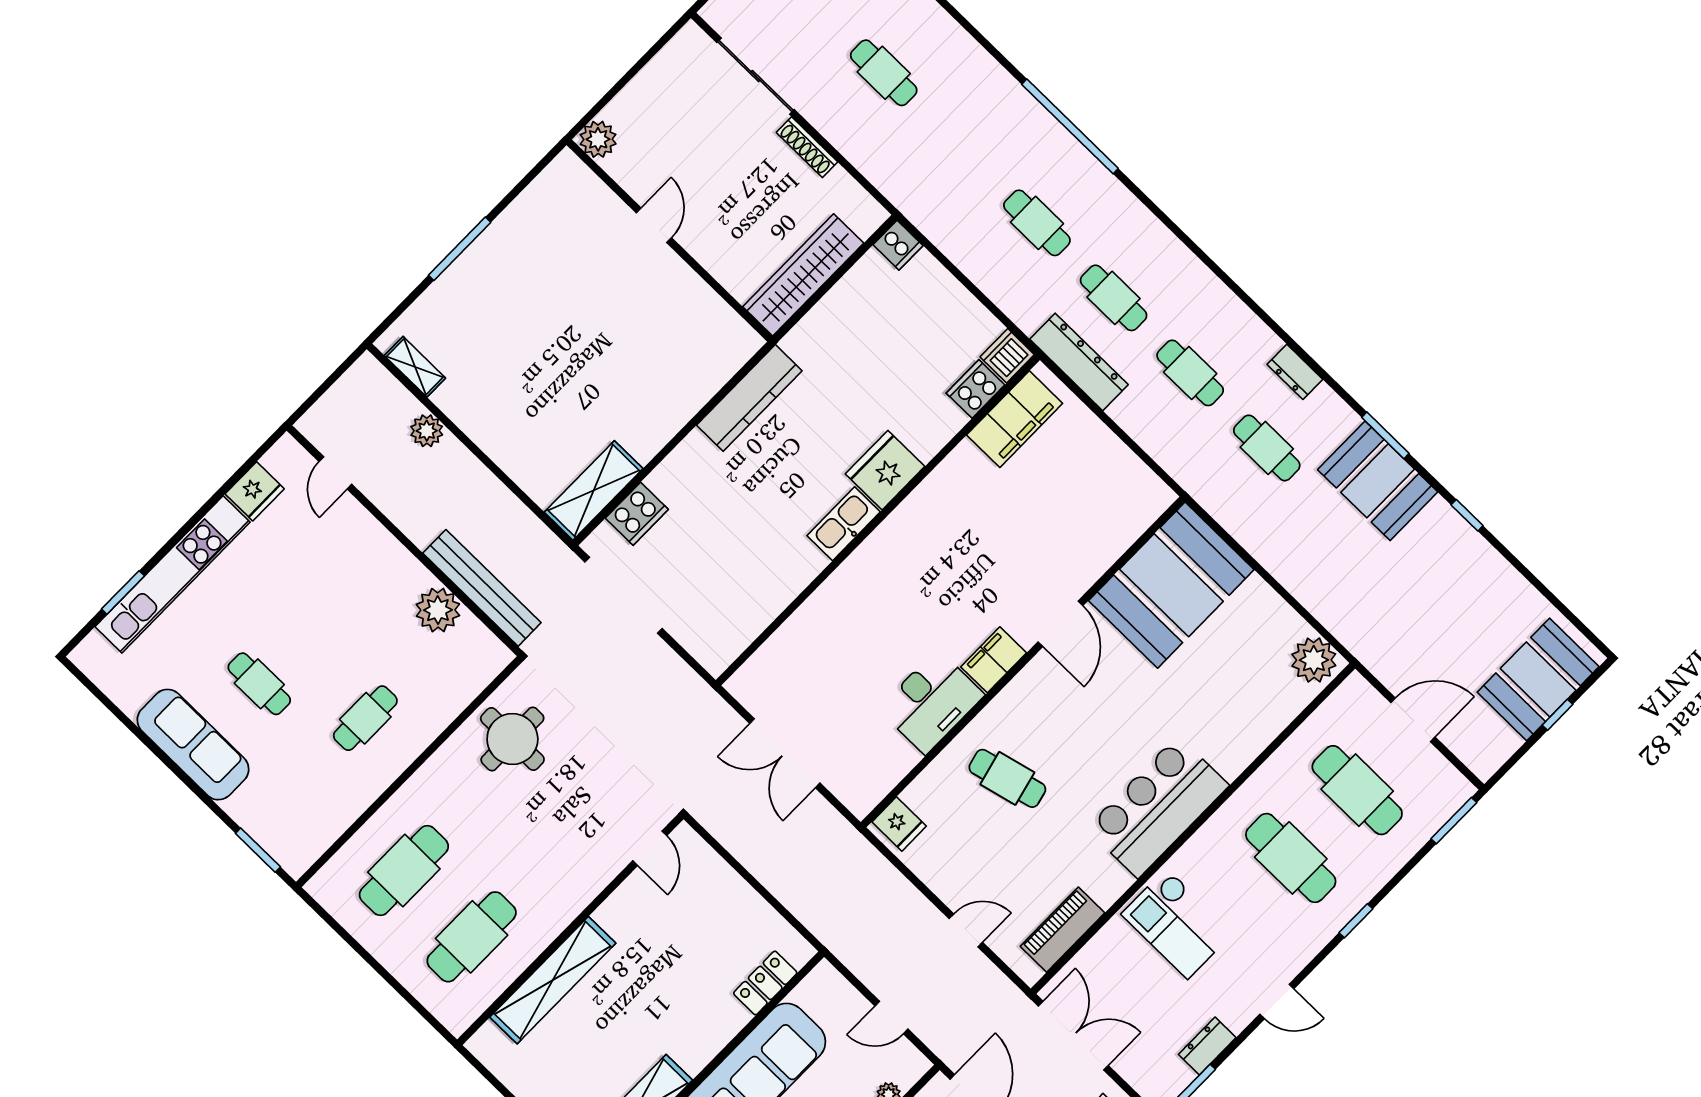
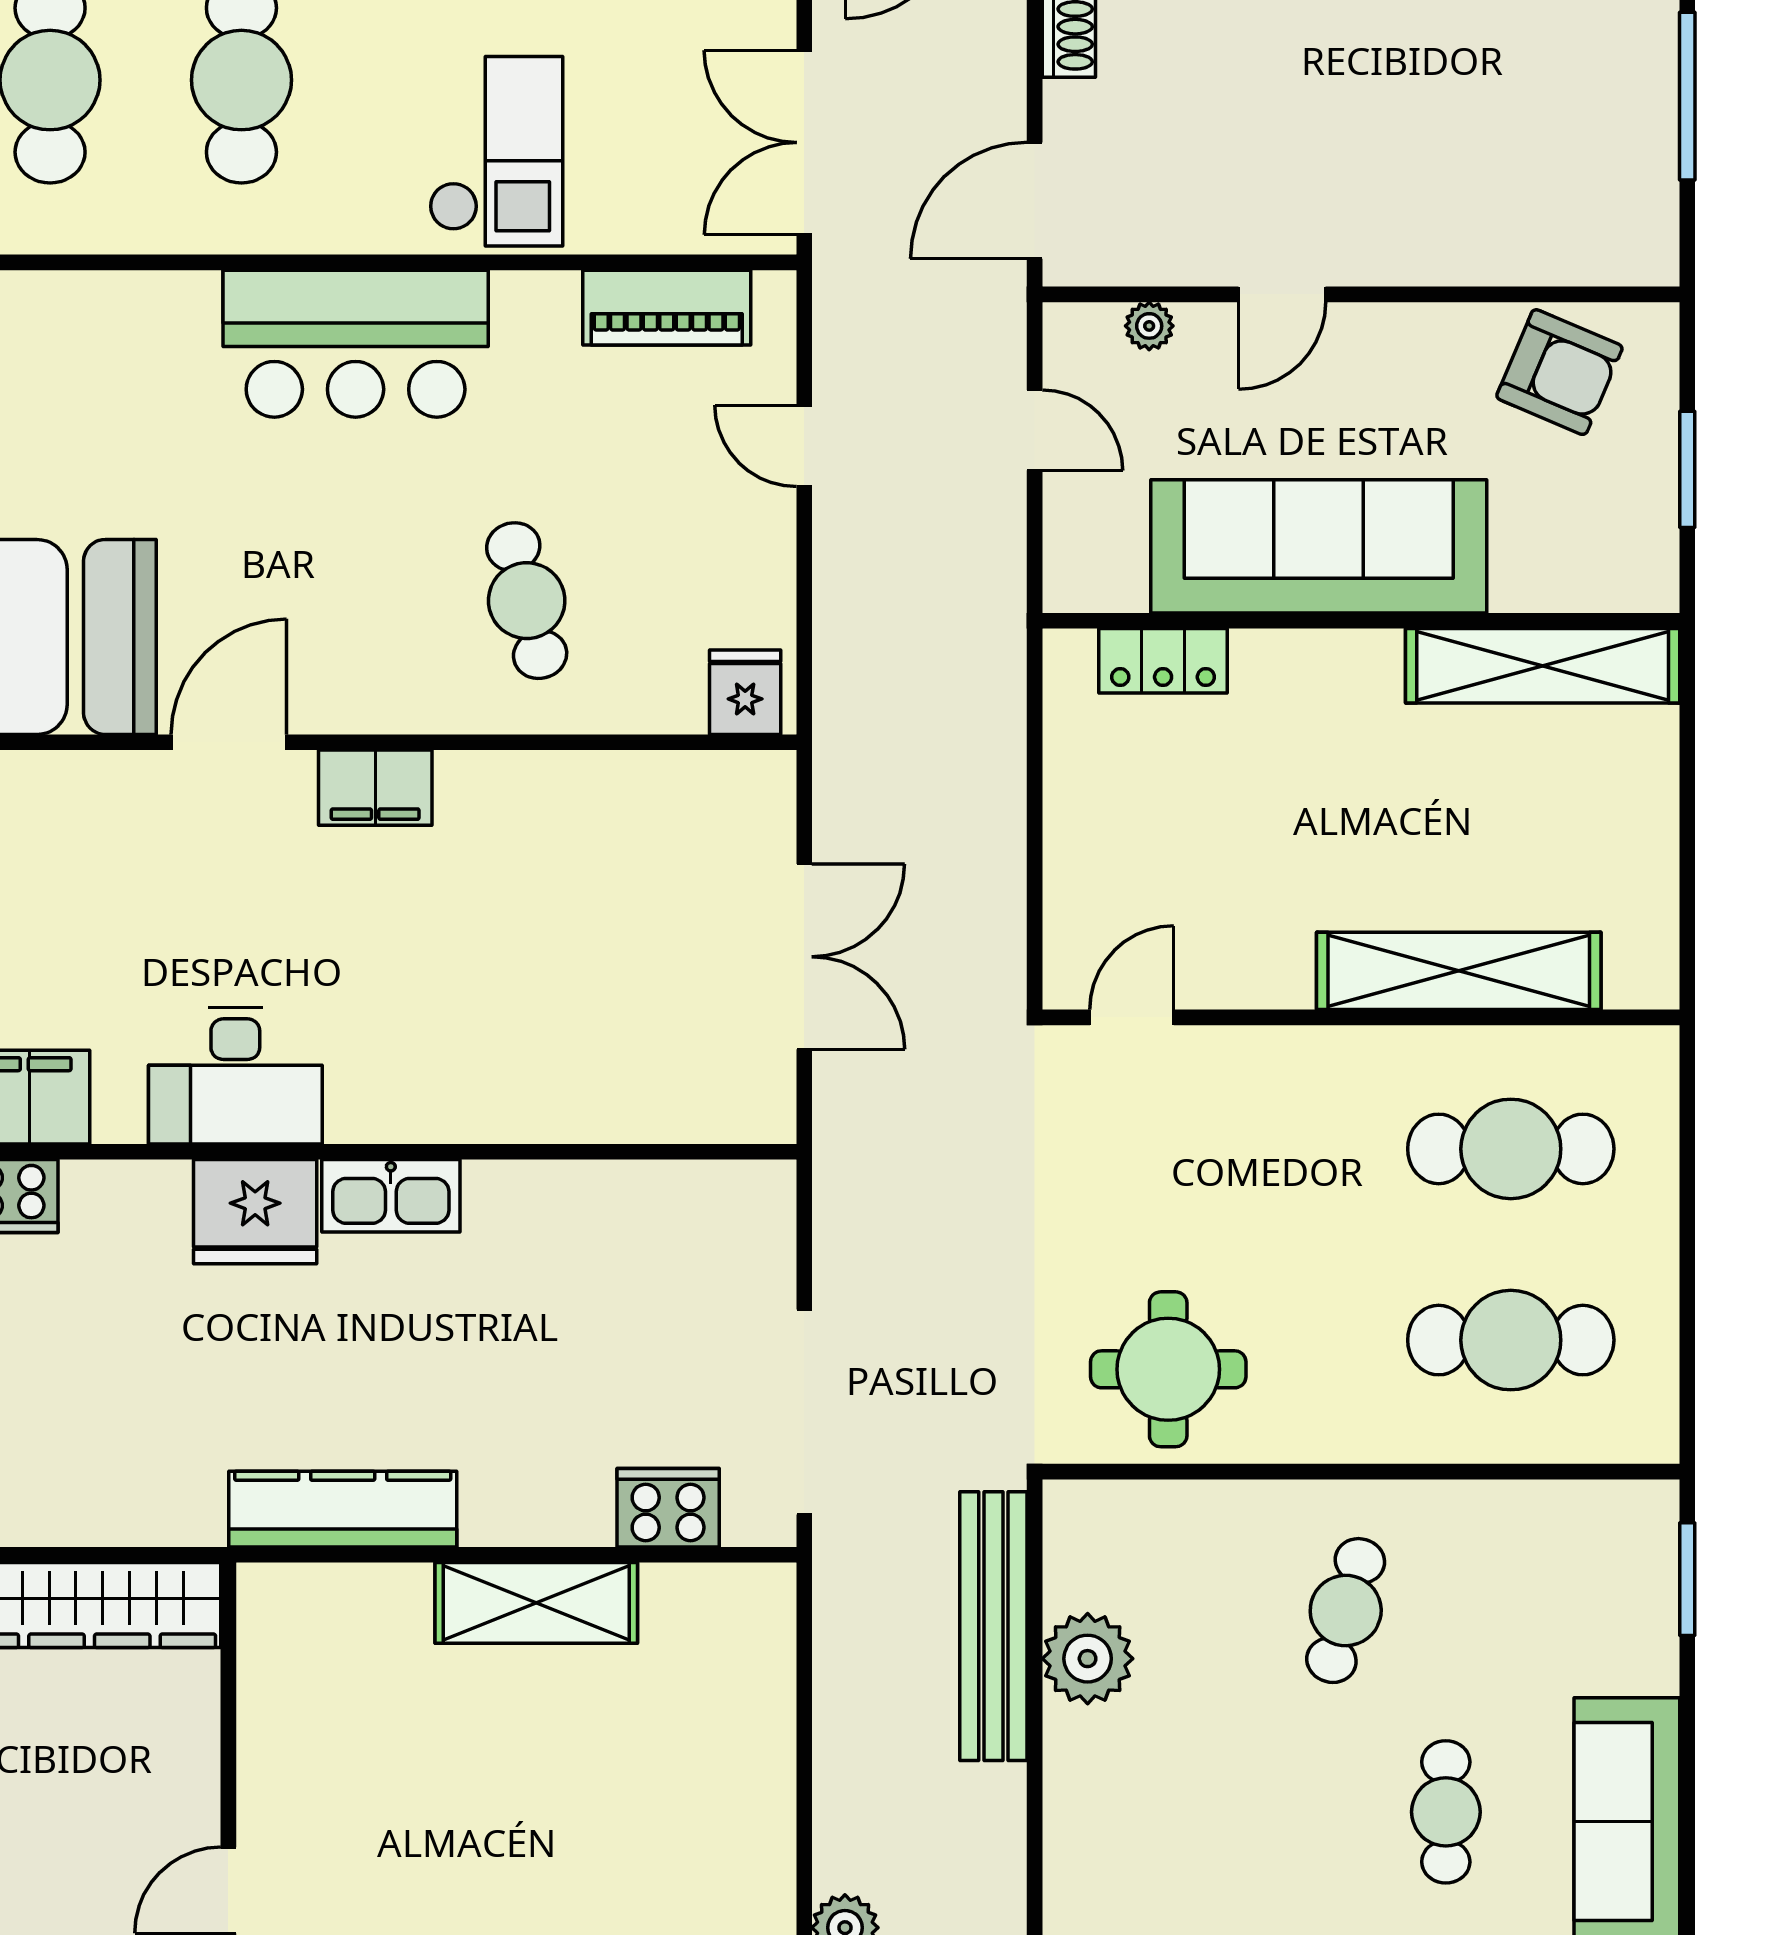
shelving: (594, 490) -> (536, 1603), moved
desk: (931, 702) -> (235, 1076), moved, turned 180
cafe table: (365, 718) -> (1346, 1611), turned -74

